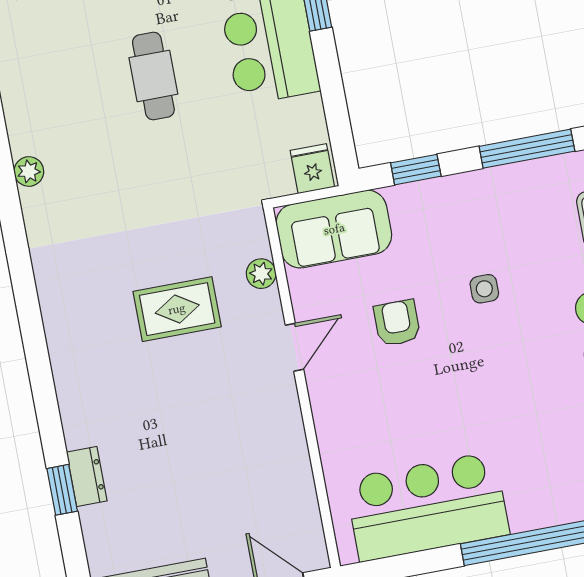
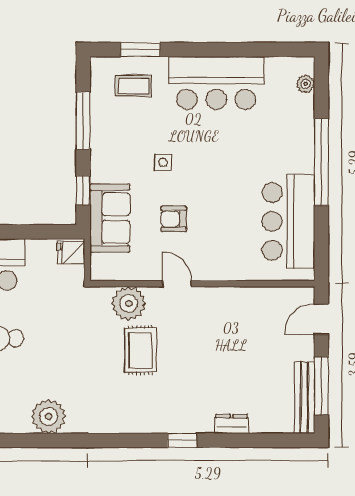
plant: (29, 171) -> (49, 416), width x1.87, depth x1.87
sofa: (334, 229) -> (110, 218), moved
plant: (261, 274) -> (129, 303), width x1.87, depth x1.87
window: (62, 490) -> (182, 440), moved

